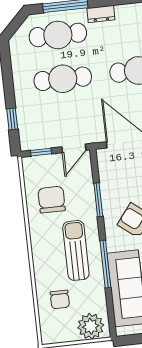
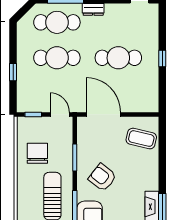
window: (12, 119) -> (13, 72), moved
door: (74, 148) -> (60, 114), swing flipped

